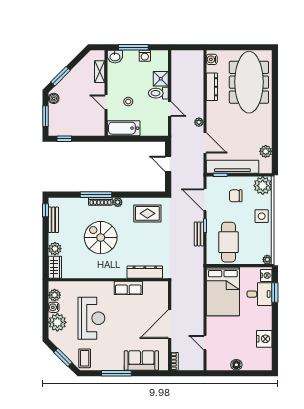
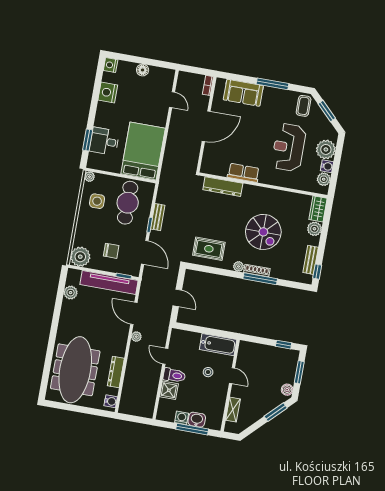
washbasin: (115, 57) -> (197, 420), moved
side table: (262, 216) -> (97, 201), moved
nightstand: (266, 275) -> (111, 65), moved

